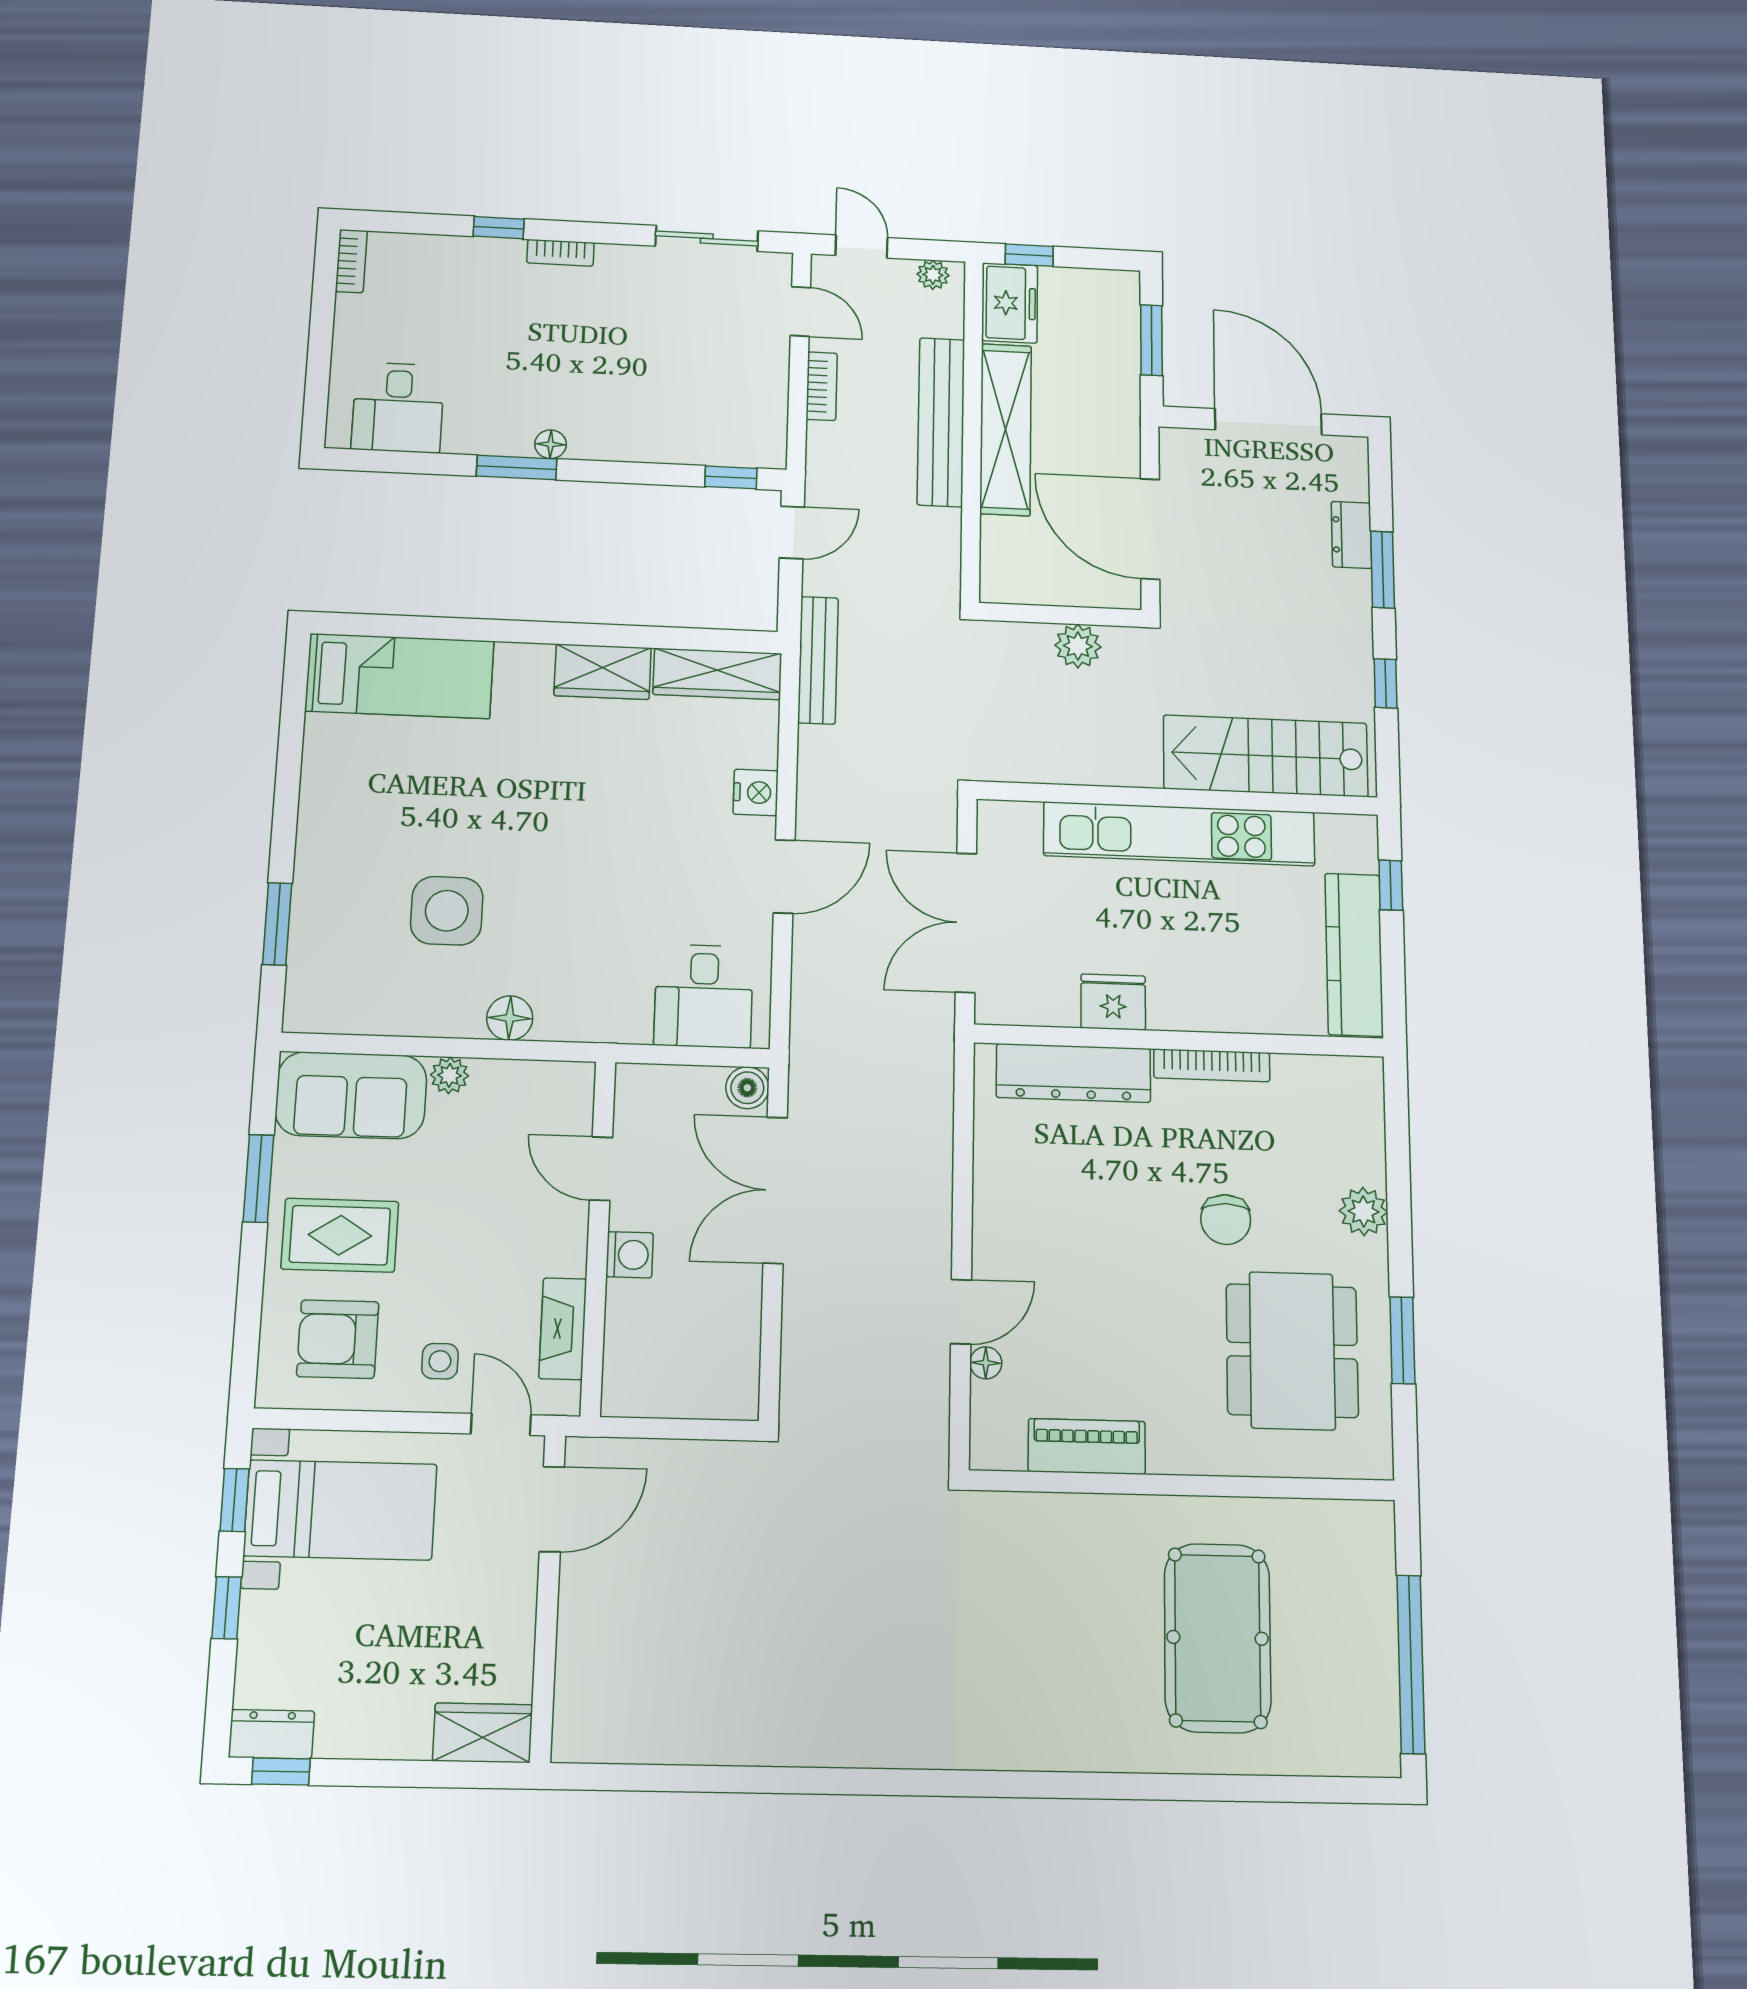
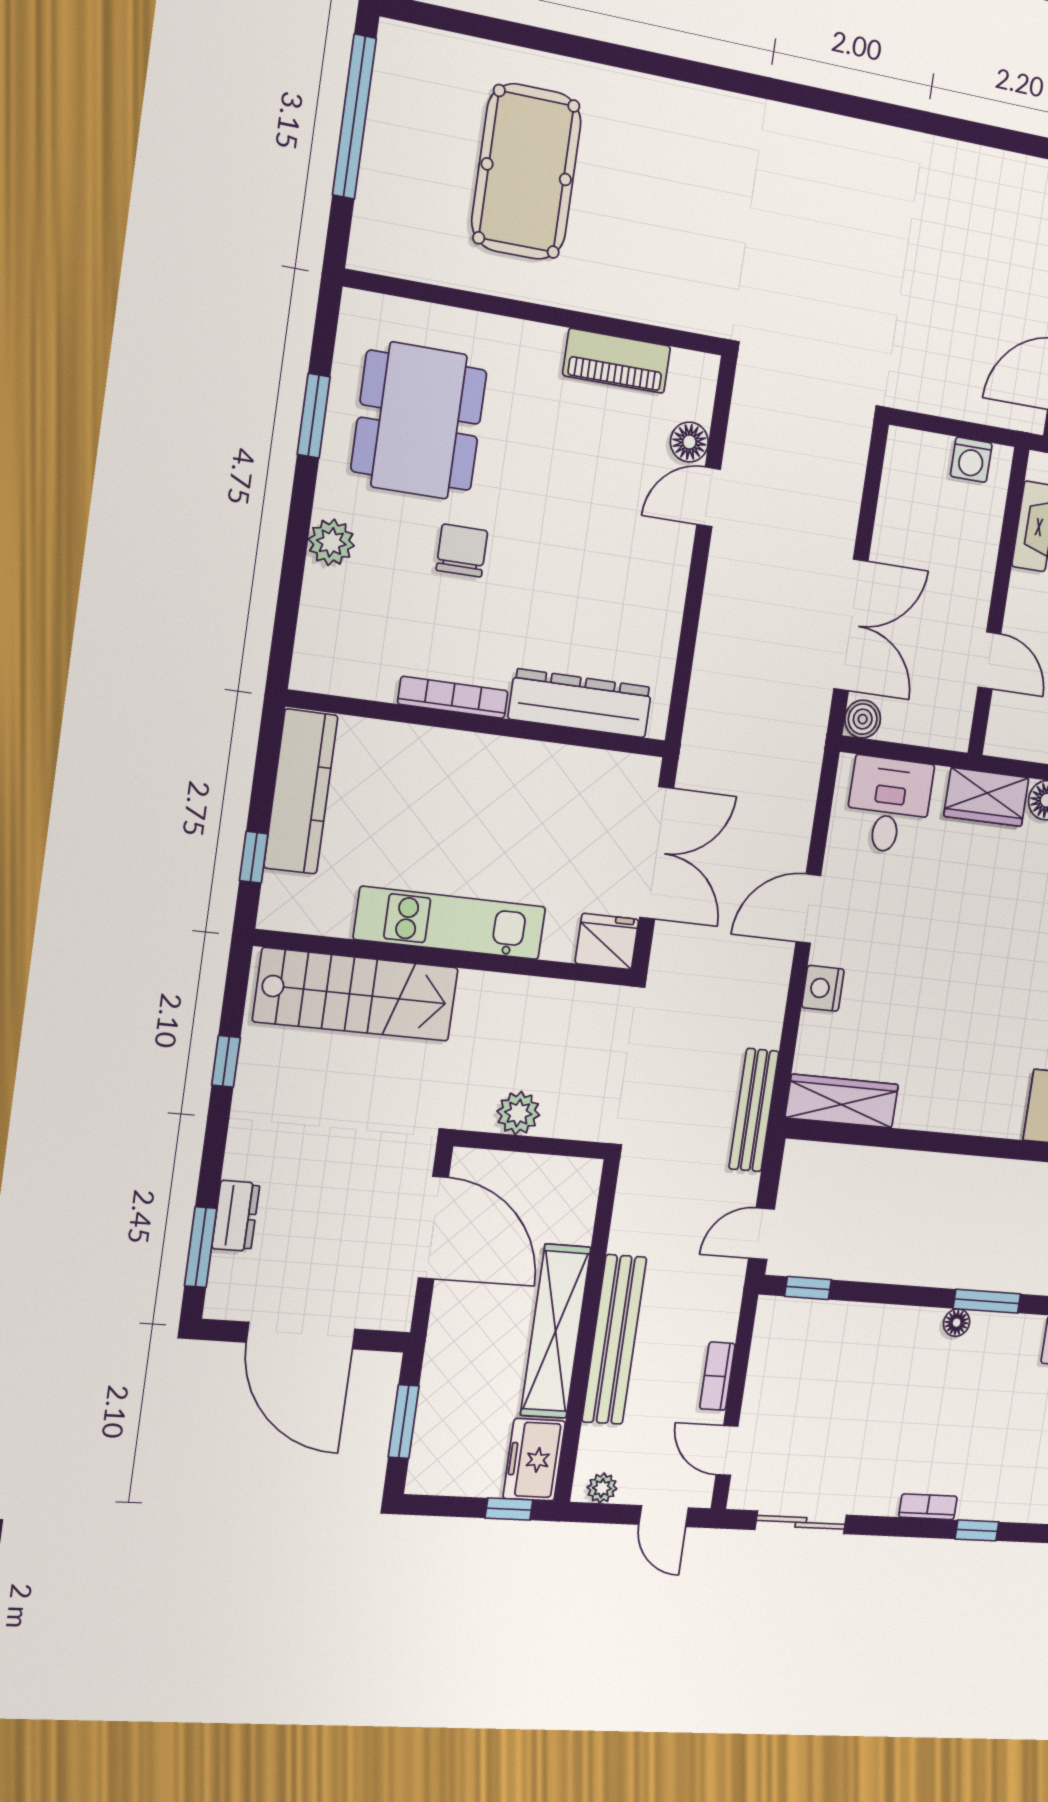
window: (1383, 570) -> (201, 1247), moved
wardrobe: (603, 672) -> (986, 797), moved, turned 180
kitchen unit: (1179, 834) -> (450, 923), width x0.73
fridge: (1113, 1002) -> (607, 941), moved, turned 180
washing machine: (630, 1255) -> (971, 460), moved, turned -90
floor lamp: (986, 1363) -> (689, 442), width x1.37, depth x1.37

